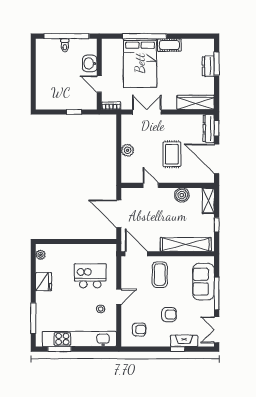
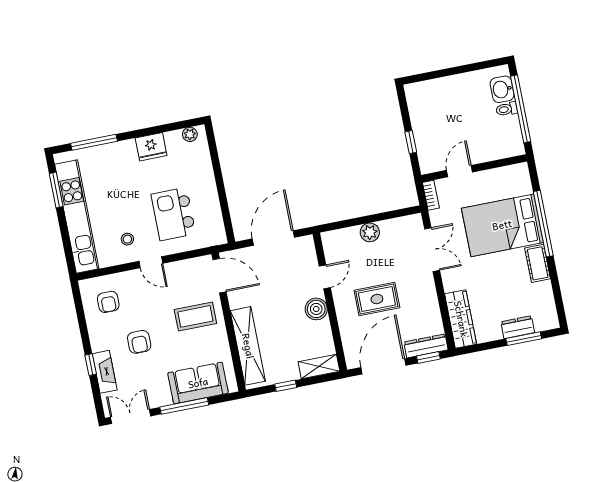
washbasin: (90, 63) -> (502, 89), moved, turned -90
boiler: (182, 195) -> (316, 309), moved
door: (136, 254) -> (219, 276), hinge flipped
kitchen island: (90, 276) -> (173, 214), turned 180

